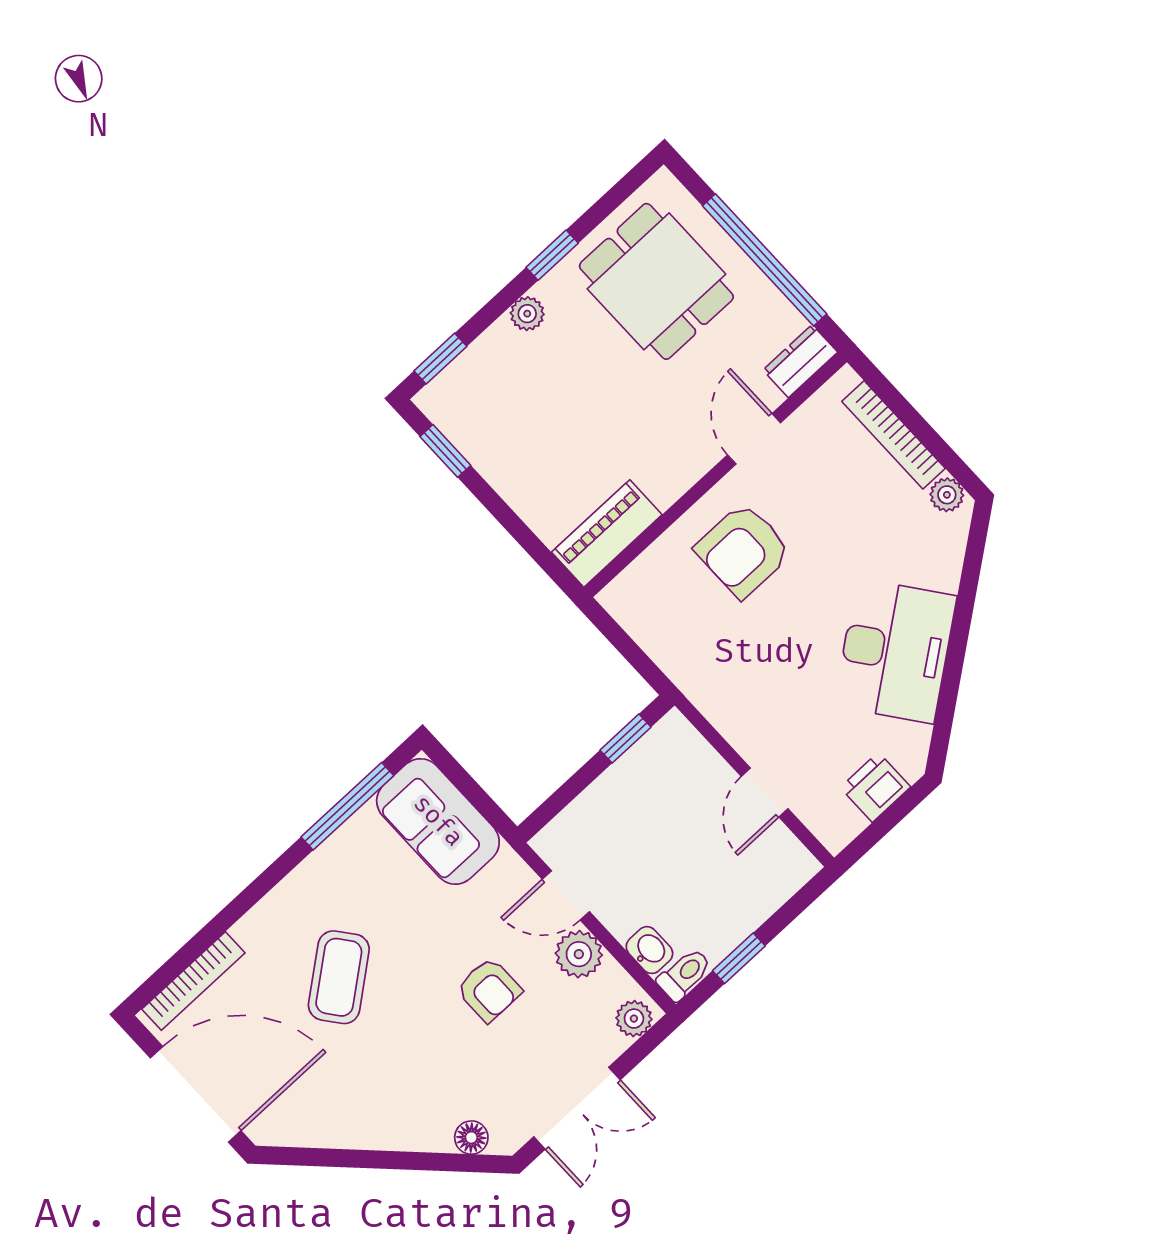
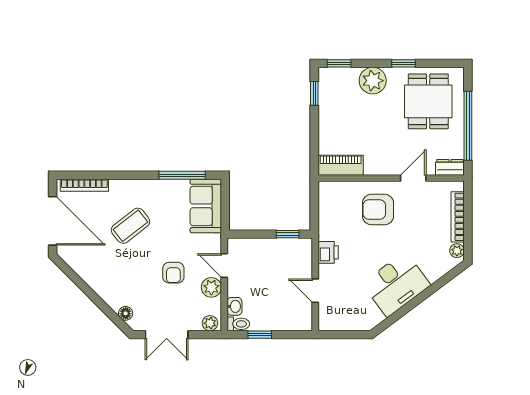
plant: (527, 314) -> (373, 81), width x1.88, depth x1.88
printer: (875, 787) -> (328, 252), moved, turned 90
door: (765, 793) -> (315, 291), hinge flipped

